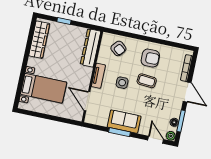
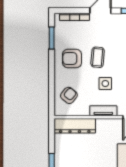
window: (172, 44) -> (52, 38), added
armchair: (150, 58) -> (72, 59), turned -90

